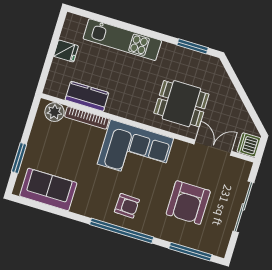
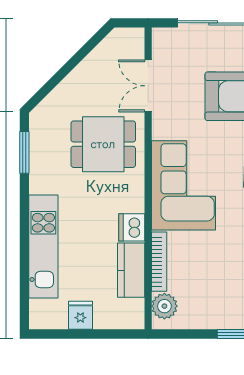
dining table: (181, 104) -> (103, 144), turned 90
dishwasher: (249, 145) -> (132, 227), moved, turned 90

